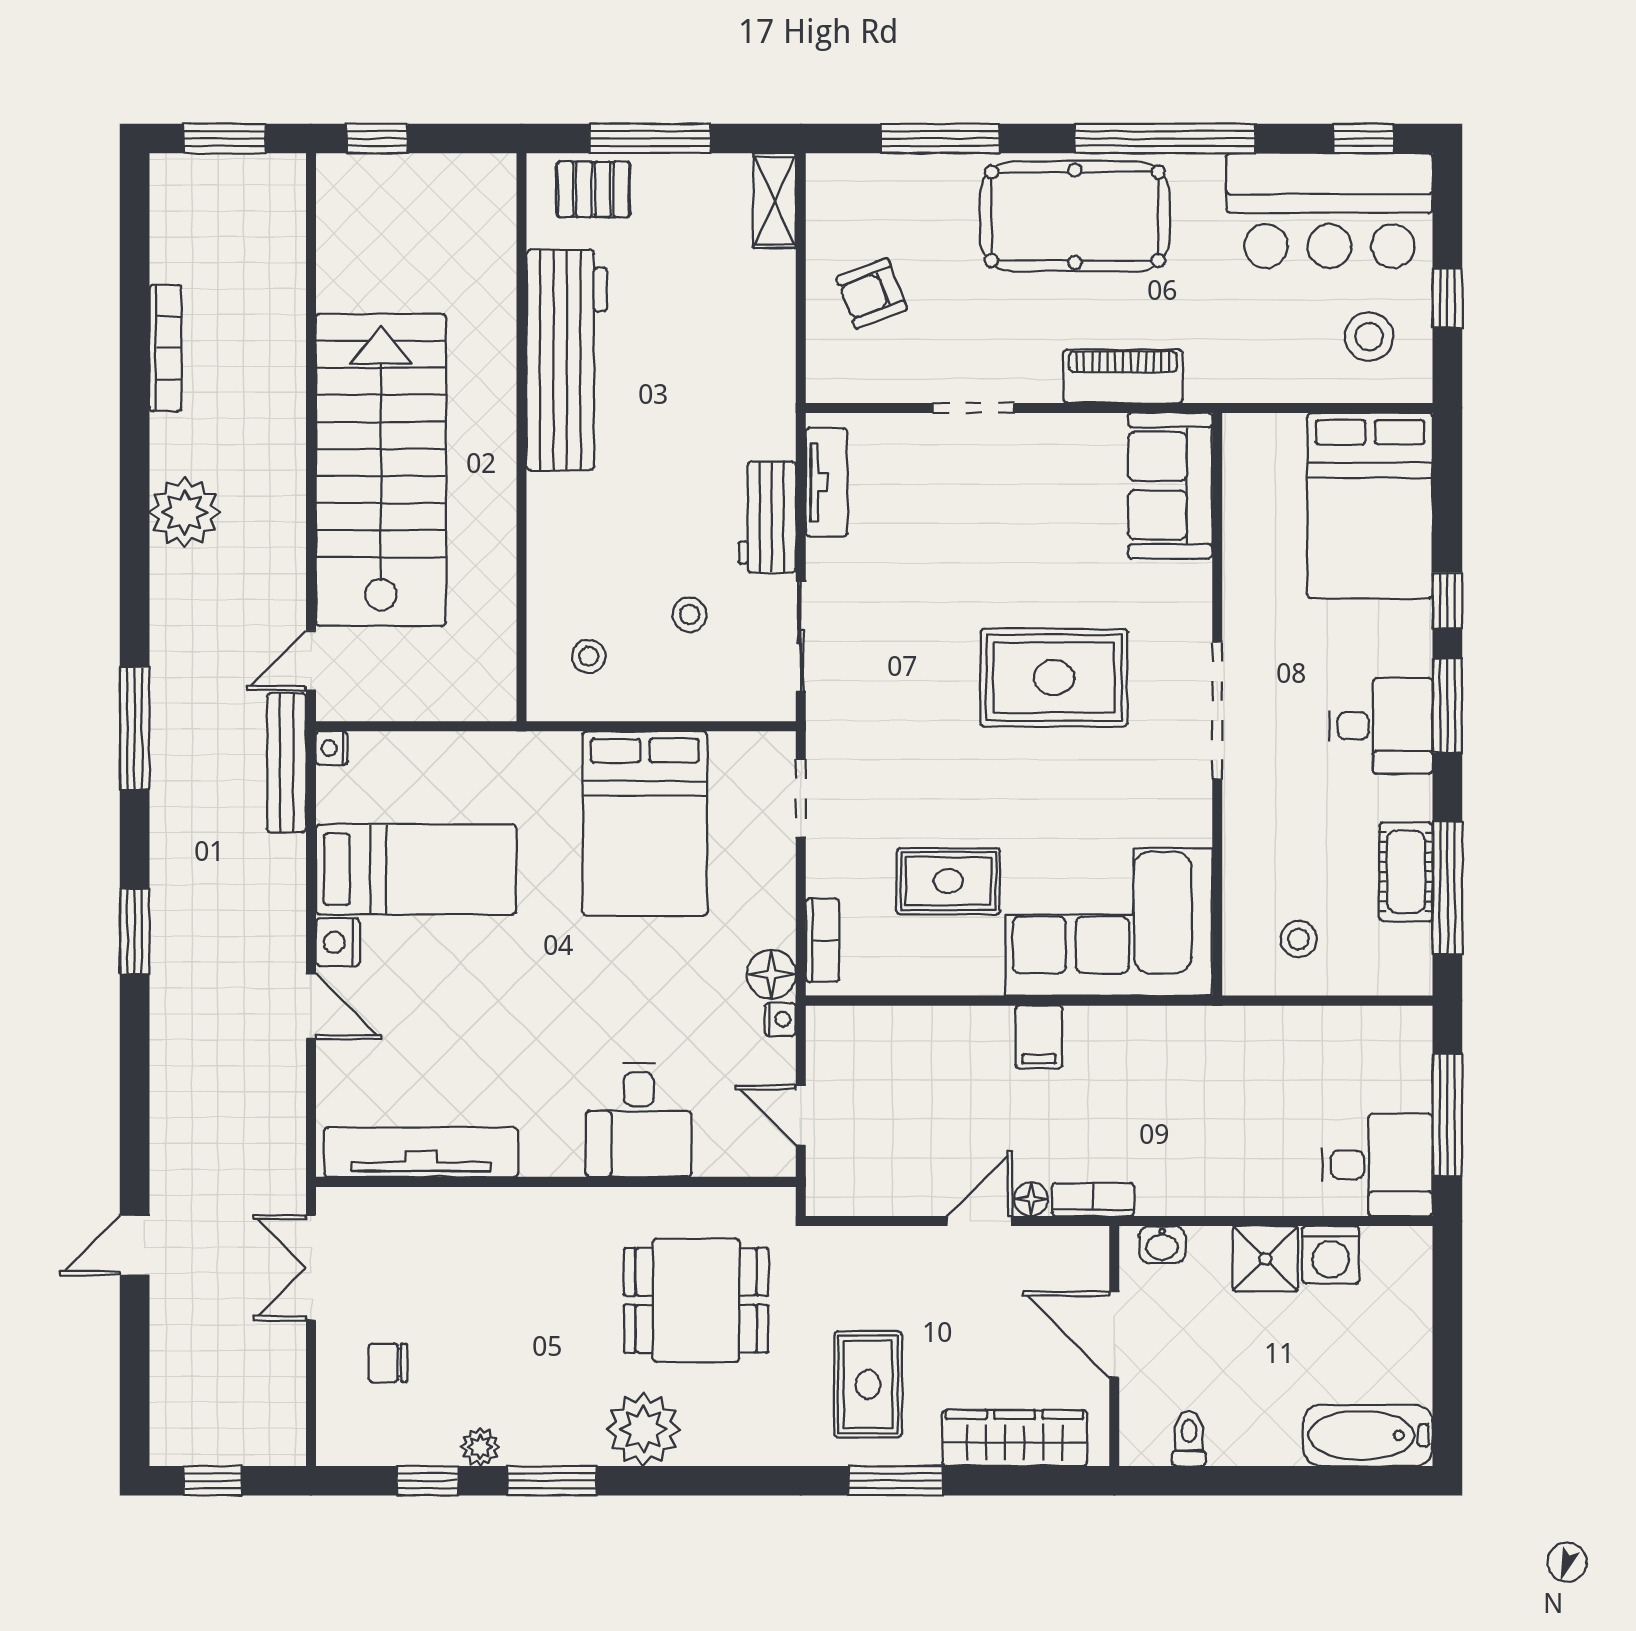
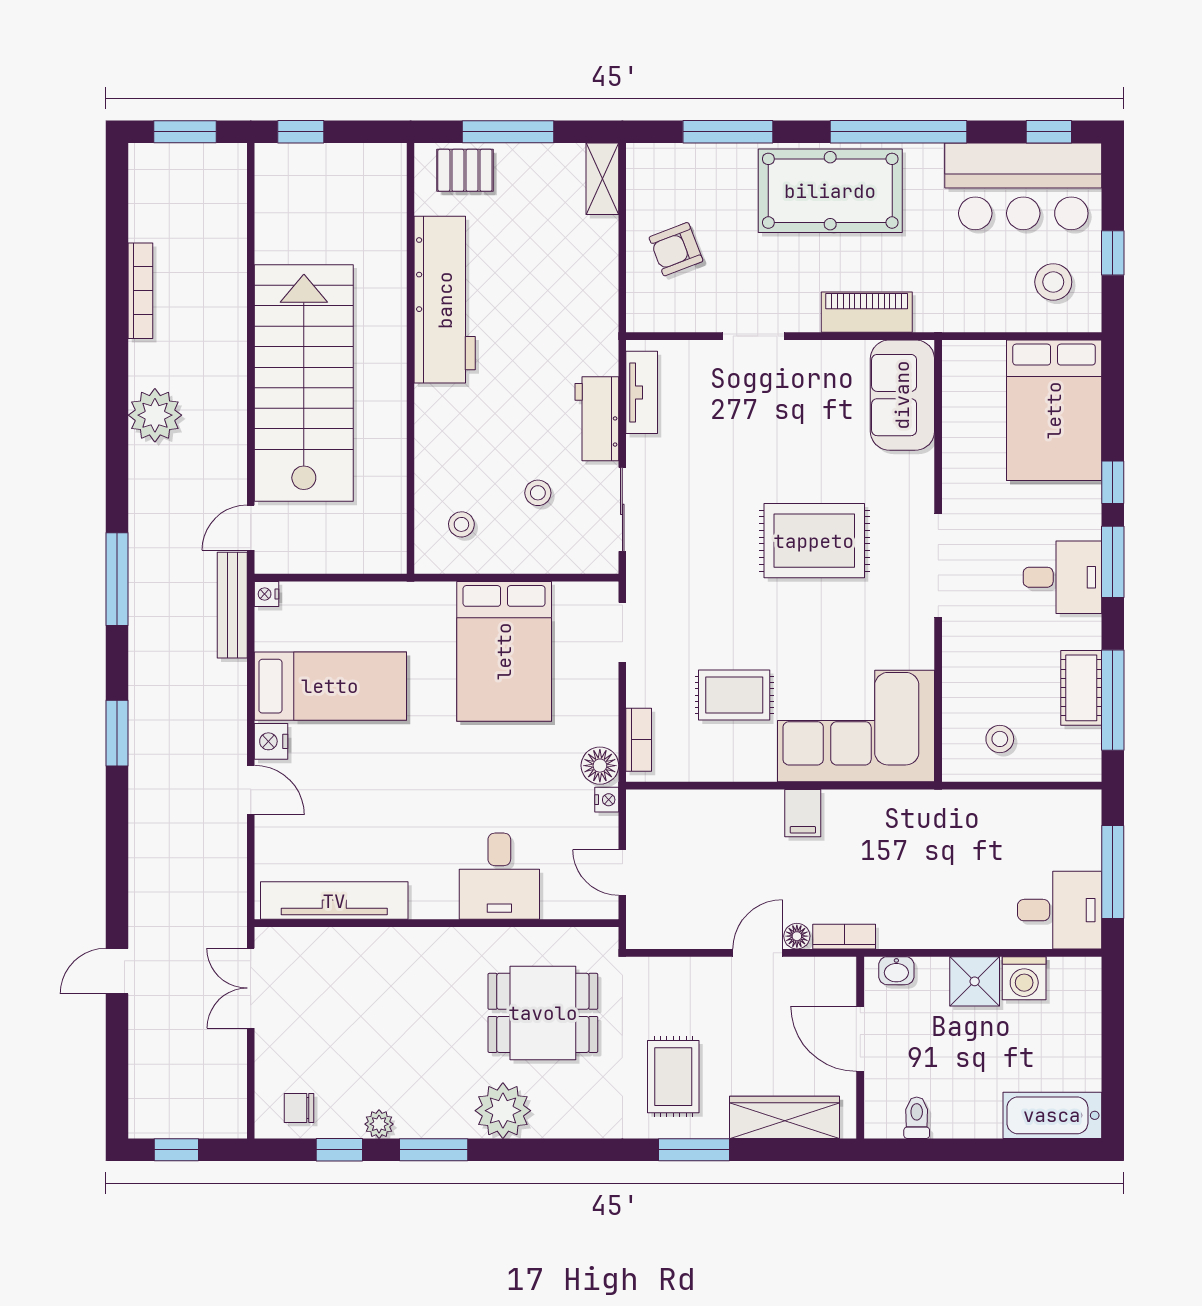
chair: (388, 1363) -> (299, 1108), moved

